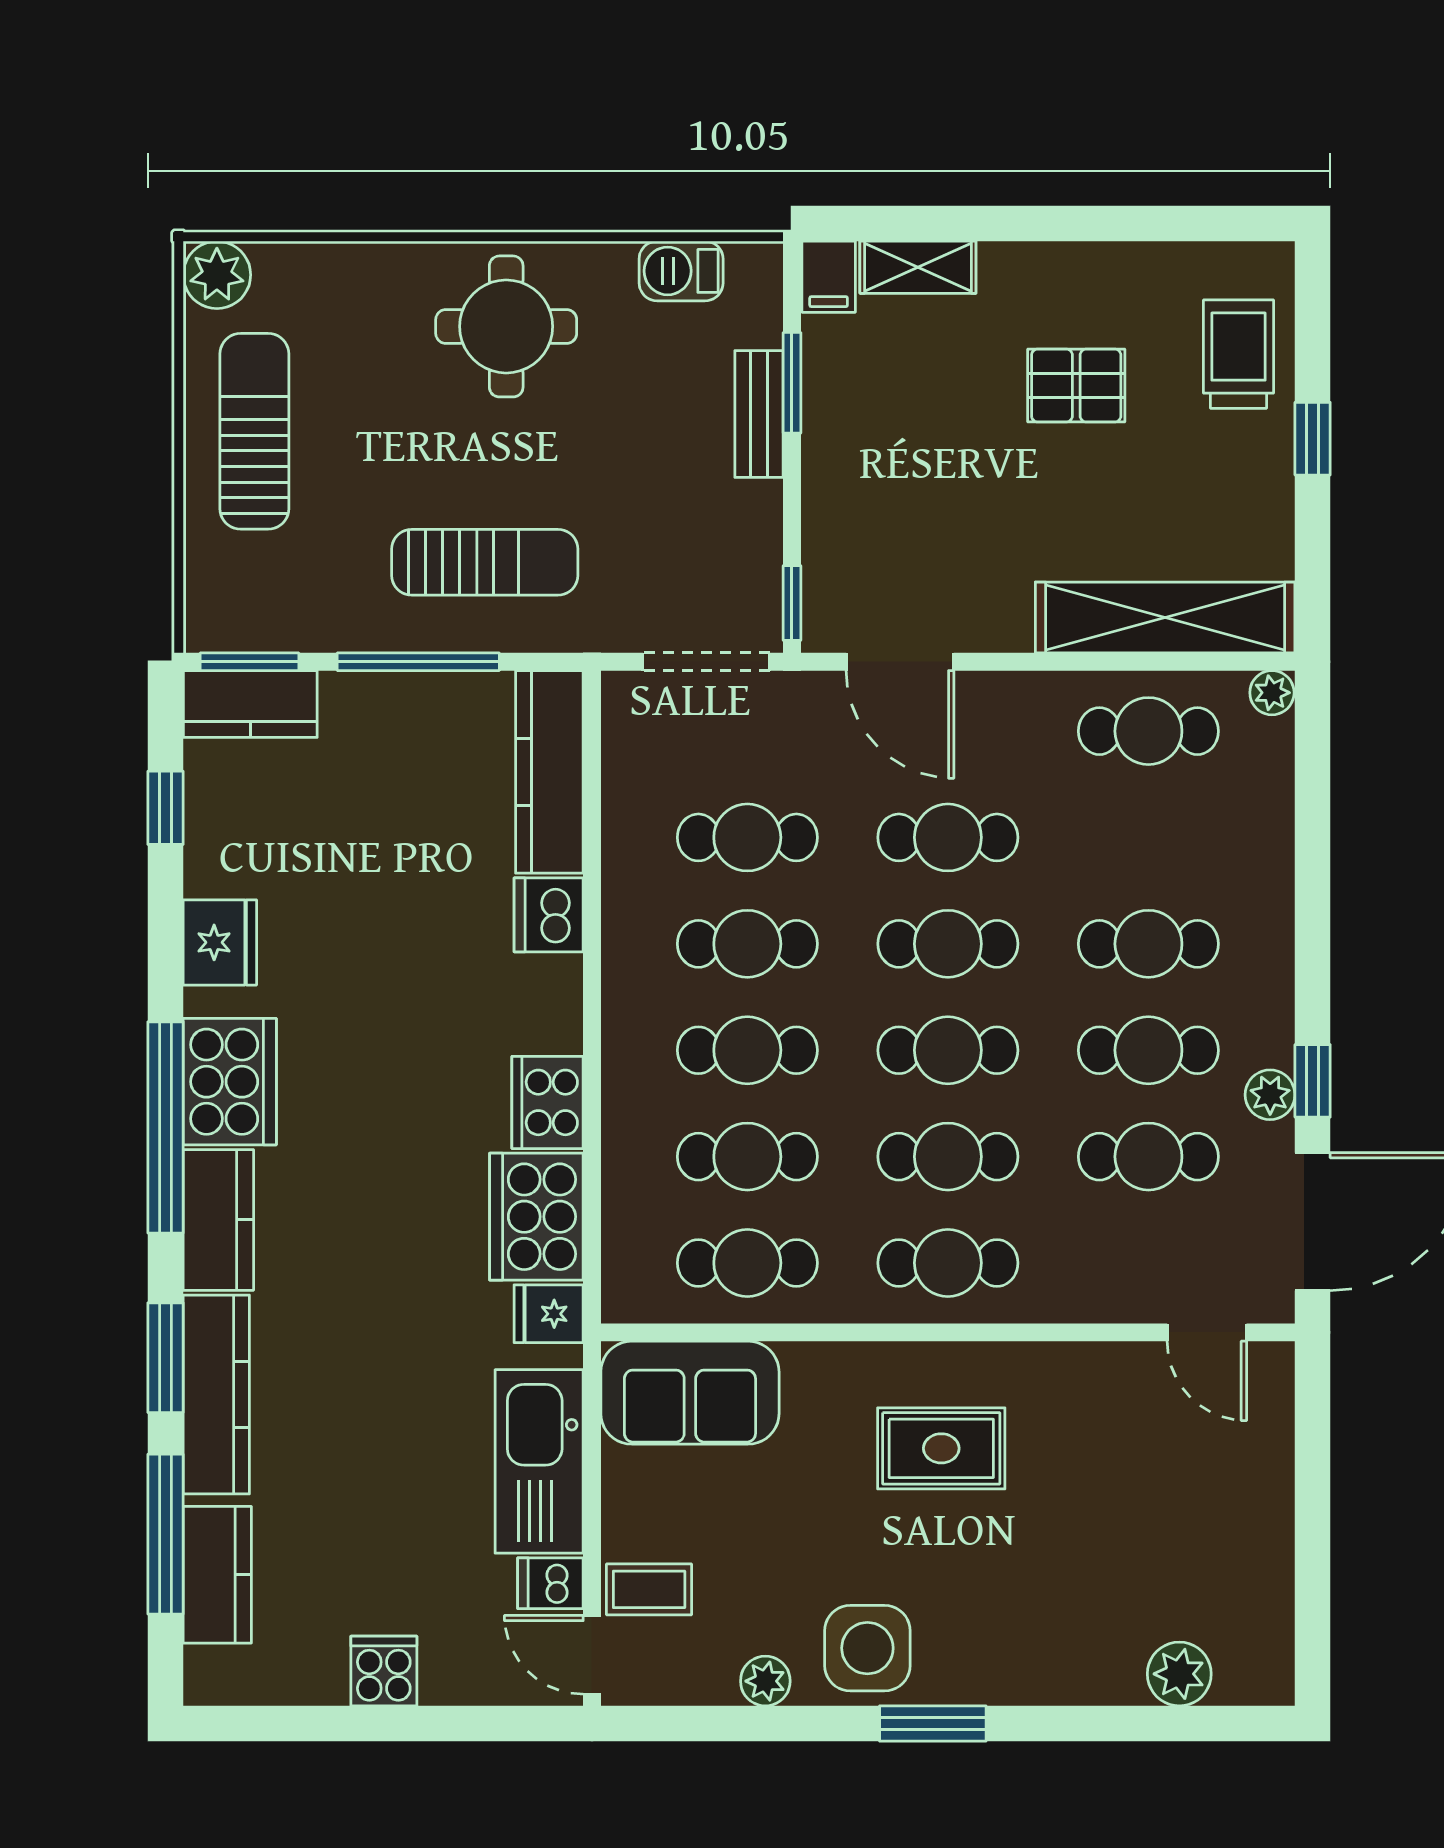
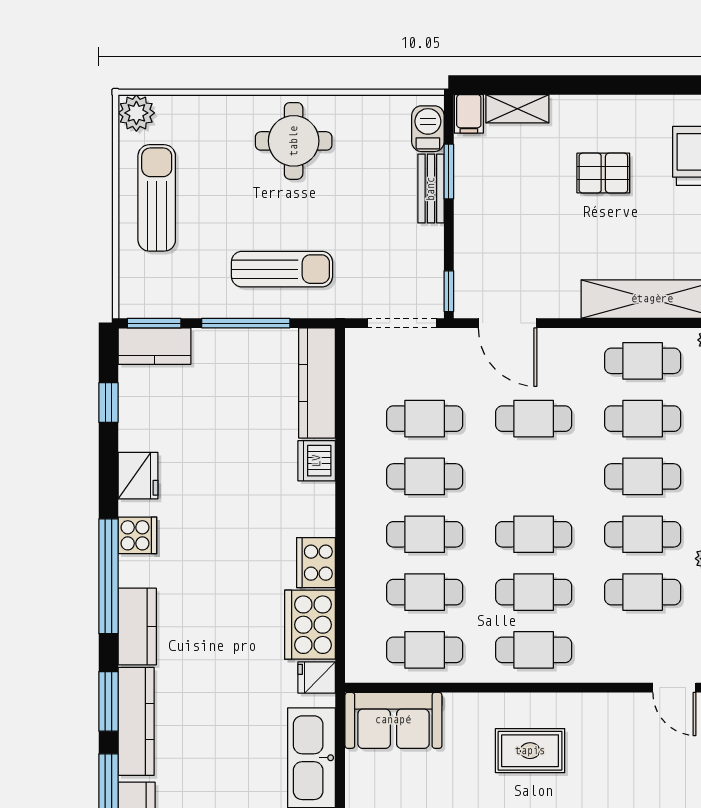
barbecue: (681, 271) -> (428, 129), moved, turned 90
cafe table: (948, 944) -> (643, 419), moved
cooker: (230, 1082) -> (137, 535), width x0.53, depth x0.76

